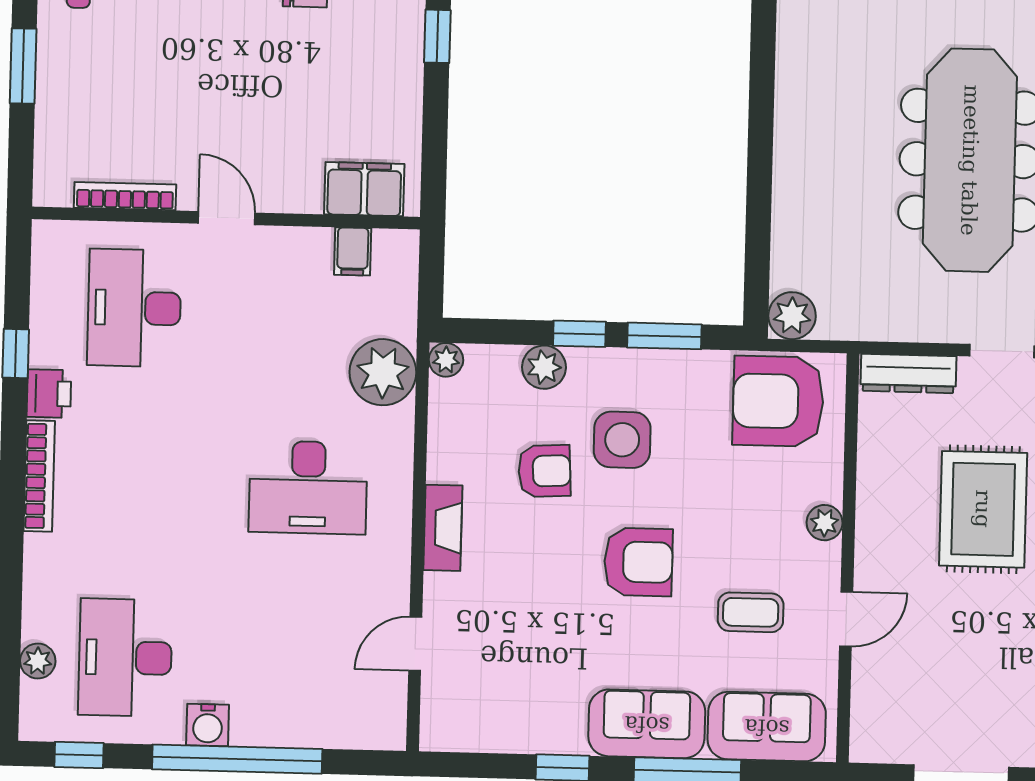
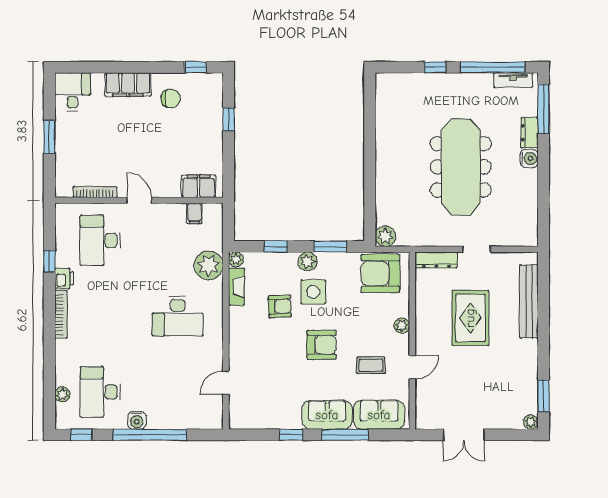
window: (579, 334) -> (276, 247), moved
plant: (544, 367) -> (307, 261), moved
fireplace: (443, 528) -> (236, 287), moved

